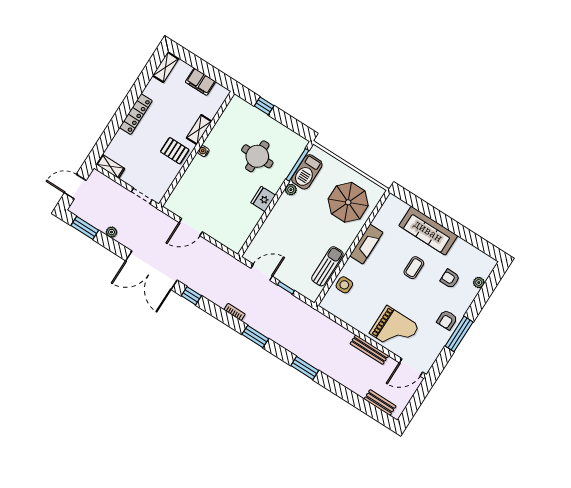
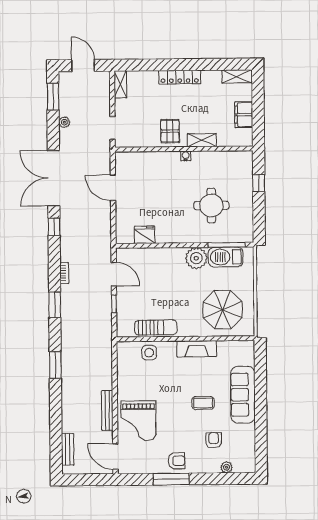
plant: (291, 190) -> (196, 258), width x1.88, depth x1.88
fridge: (263, 199) -> (145, 235), moved
armchair: (447, 320) -> (177, 461), turned 180

